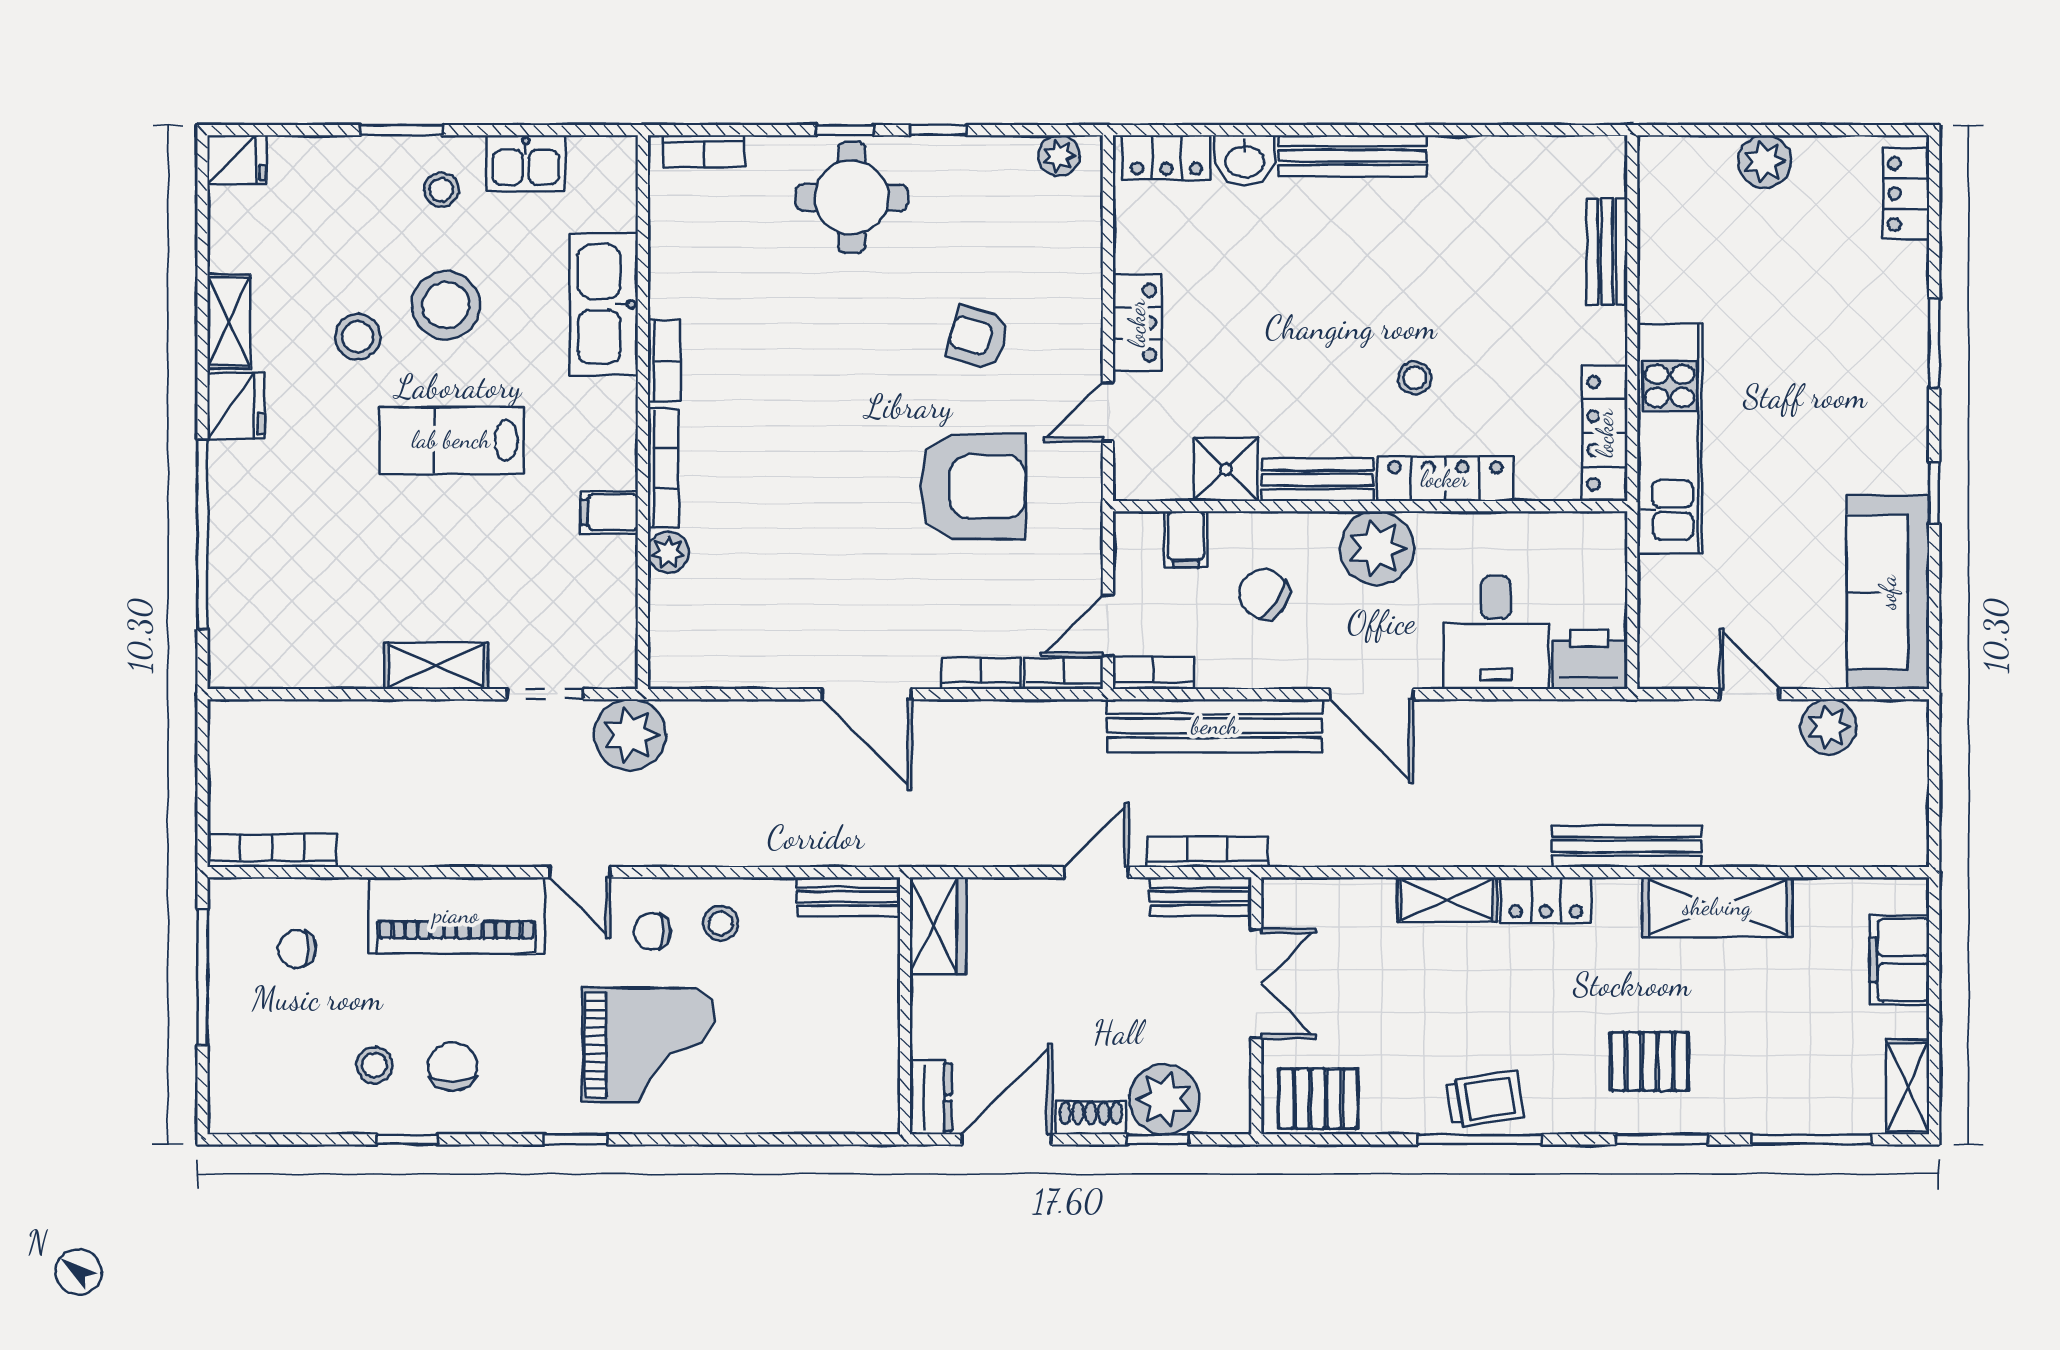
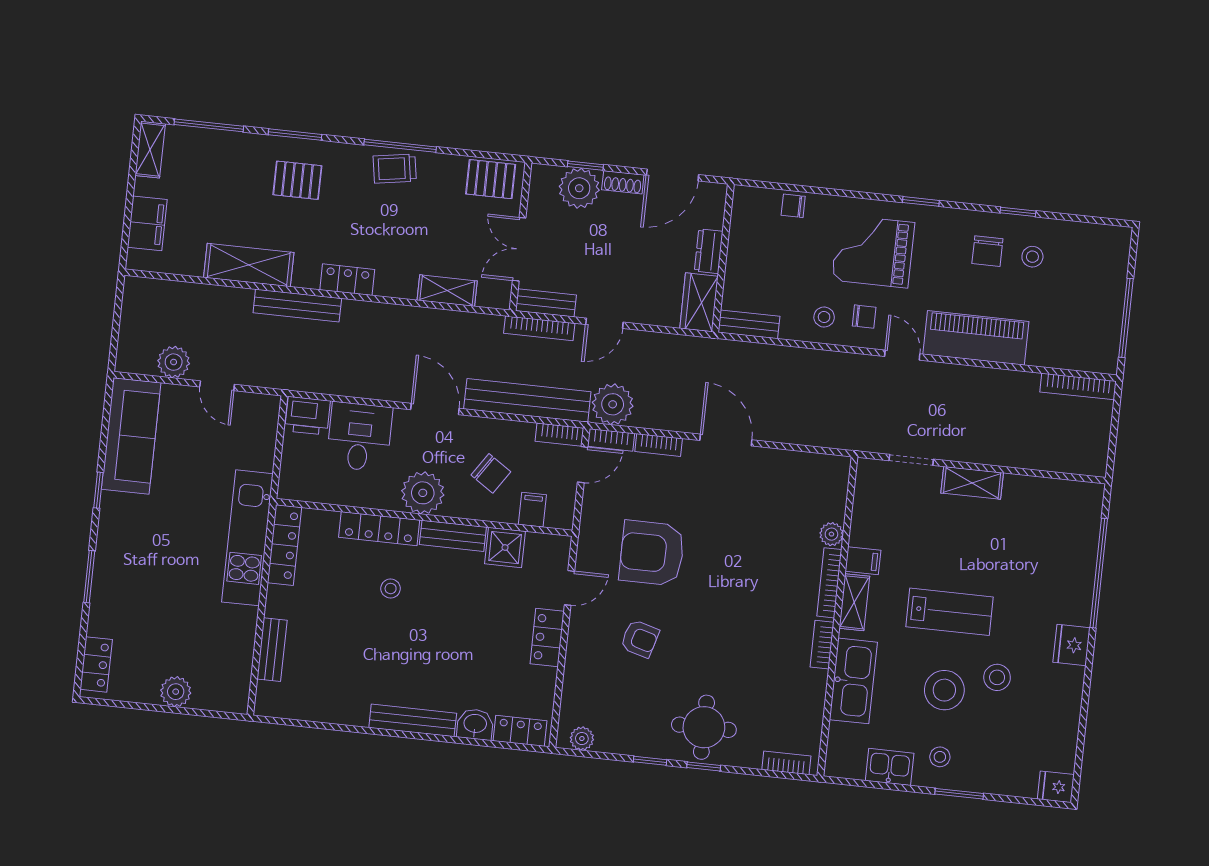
shelving: (229, 321) -> (854, 602), moved
plant: (630, 735) -> (613, 404), moved
shelving: (1447, 899) -> (447, 291), moved
chair: (297, 949) -> (793, 206), moved, turned 180
dresser: (931, 1097) -> (709, 251), moved

